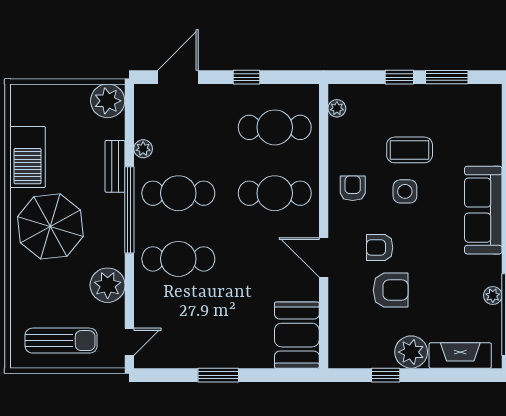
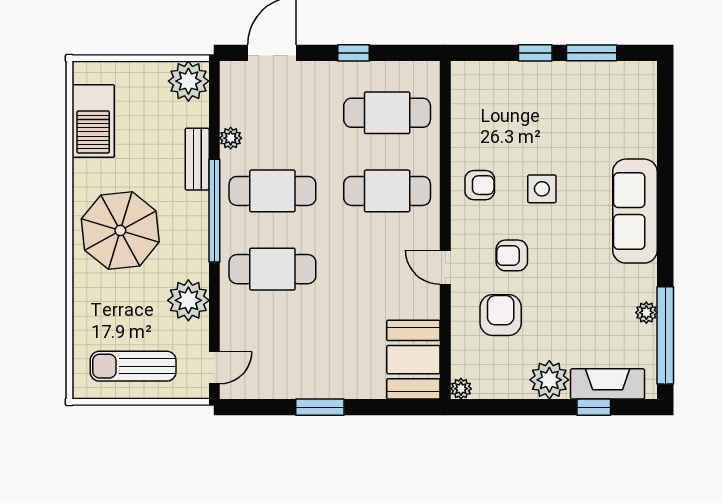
plant: (337, 108) -> (461, 389), moved
coffee table: (410, 150) -> (547, 140), removed
barbecue: (28, 157) -> (93, 121), moved
armchair: (353, 188) -> (480, 185), turned 90
door: (324, 257) -> (445, 267), width x0.73
armchair: (391, 290) -> (501, 315), moved, turned -90
sun lounger: (61, 341) -> (133, 366), turned 180
window: (386, 375) -> (594, 407), moved

